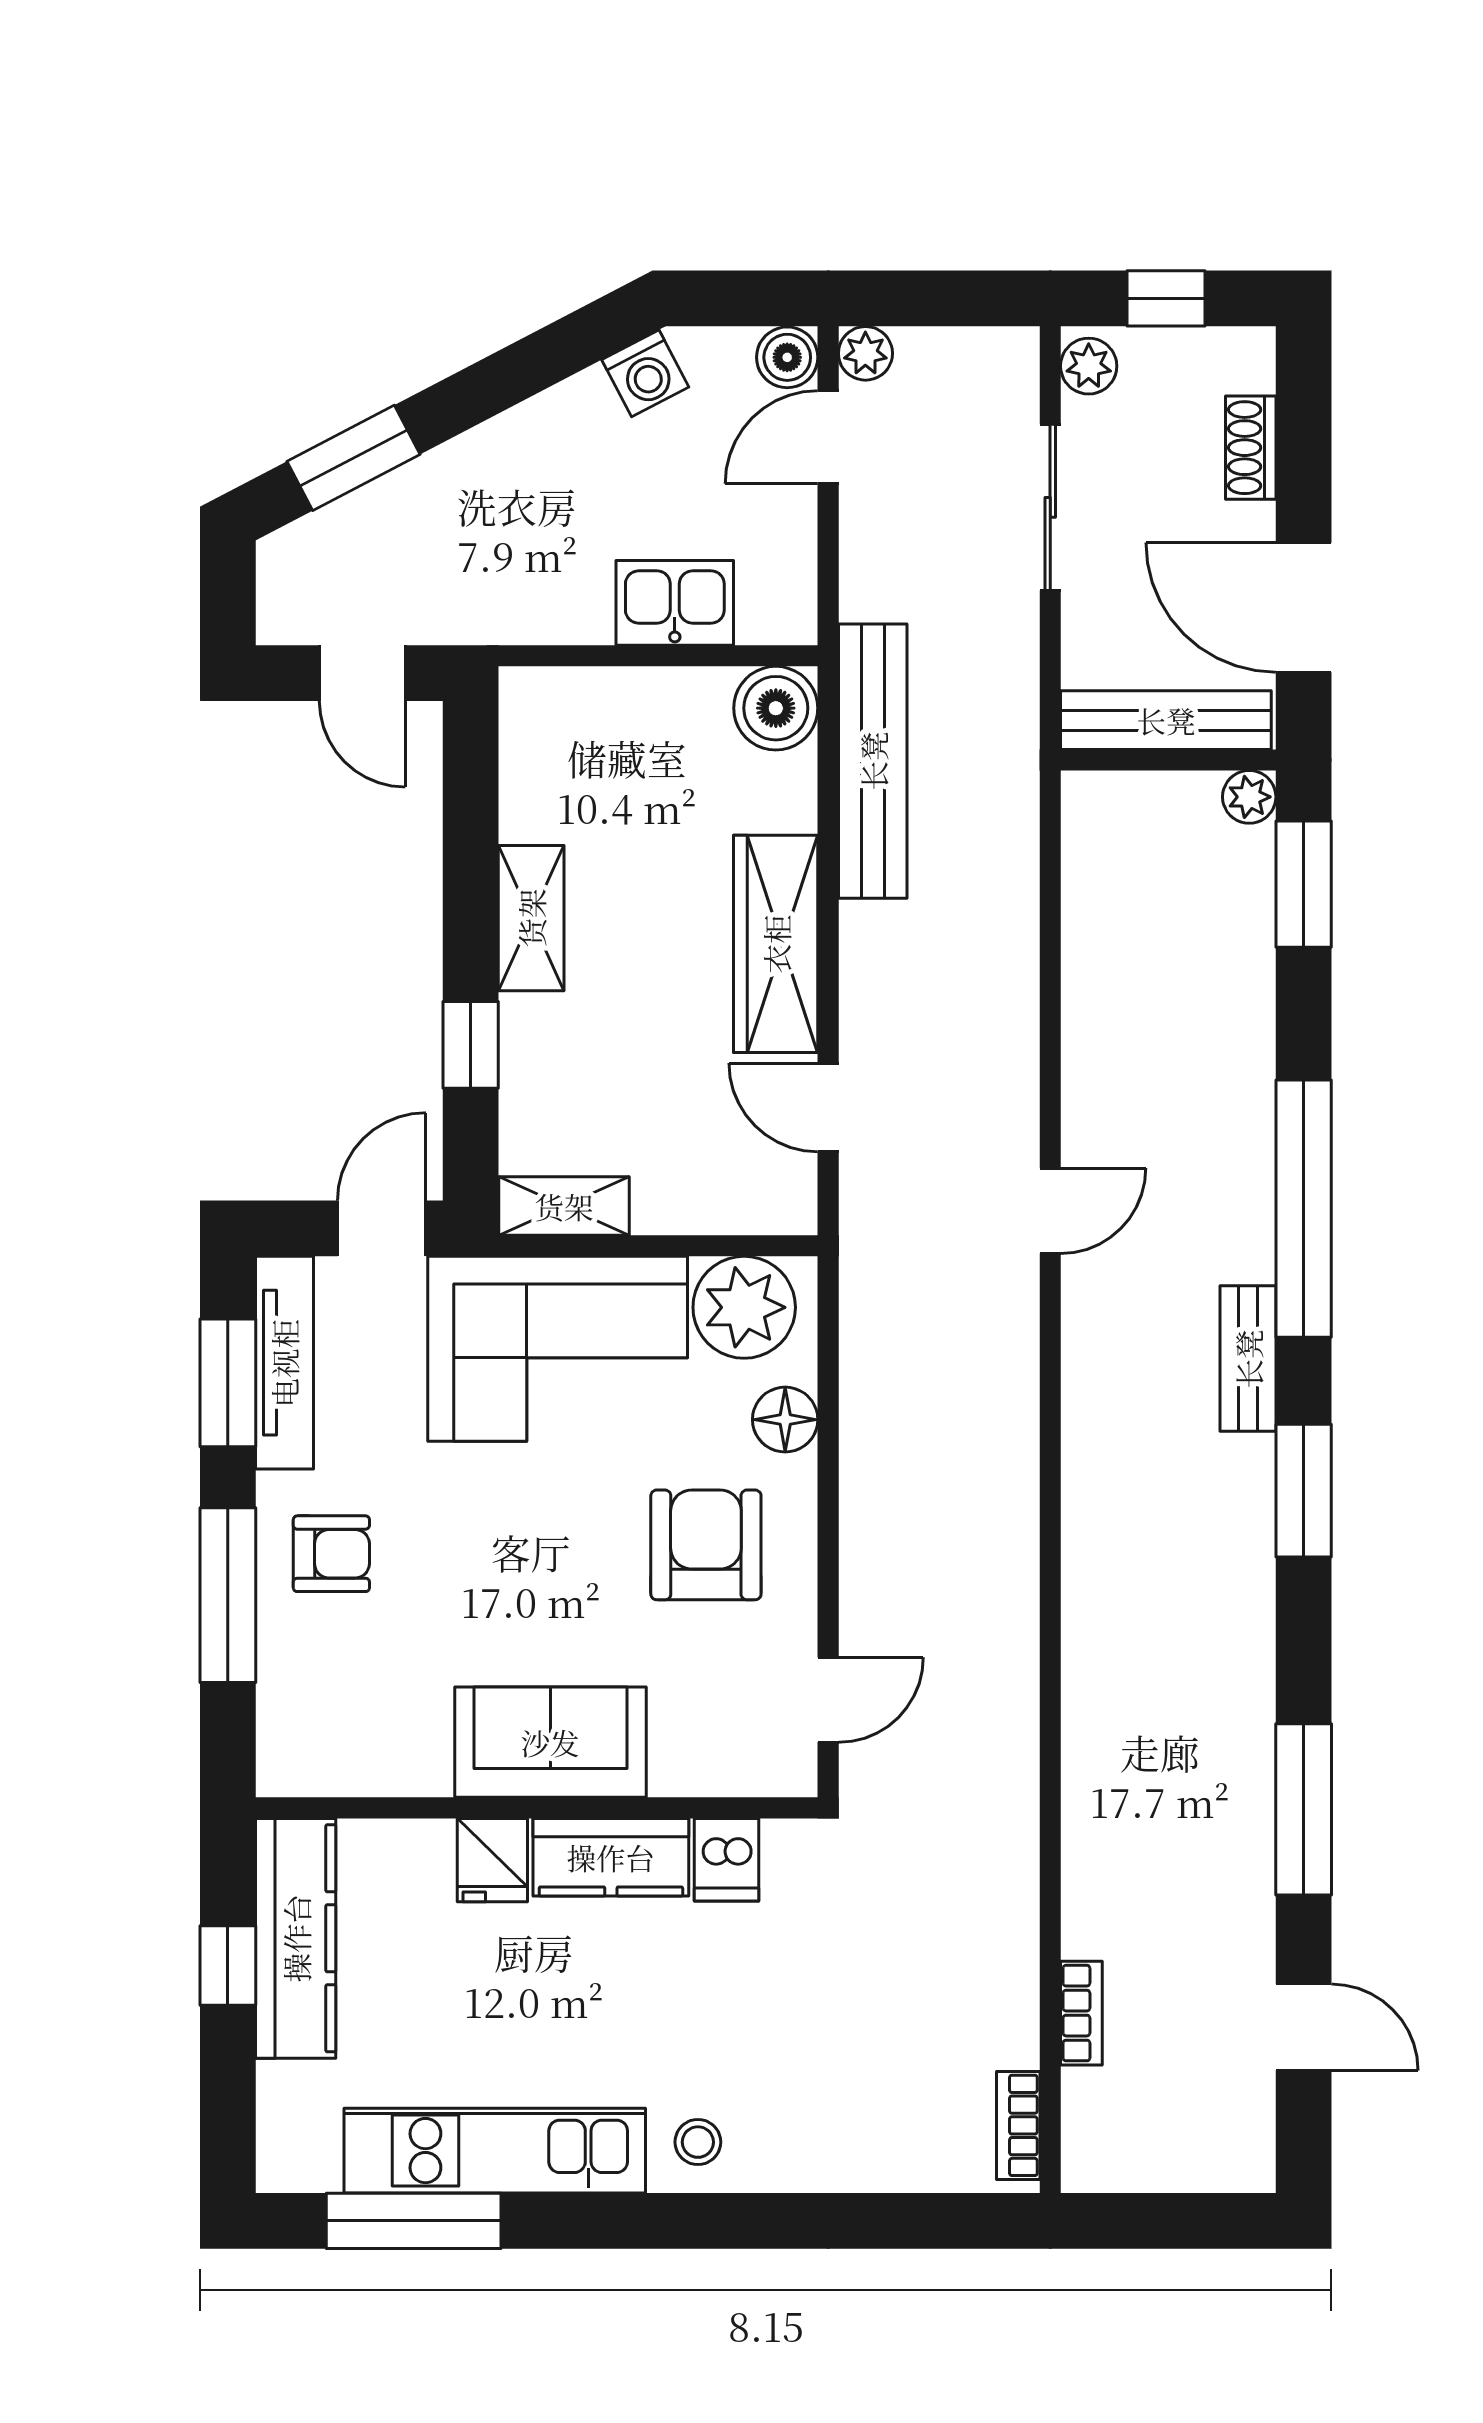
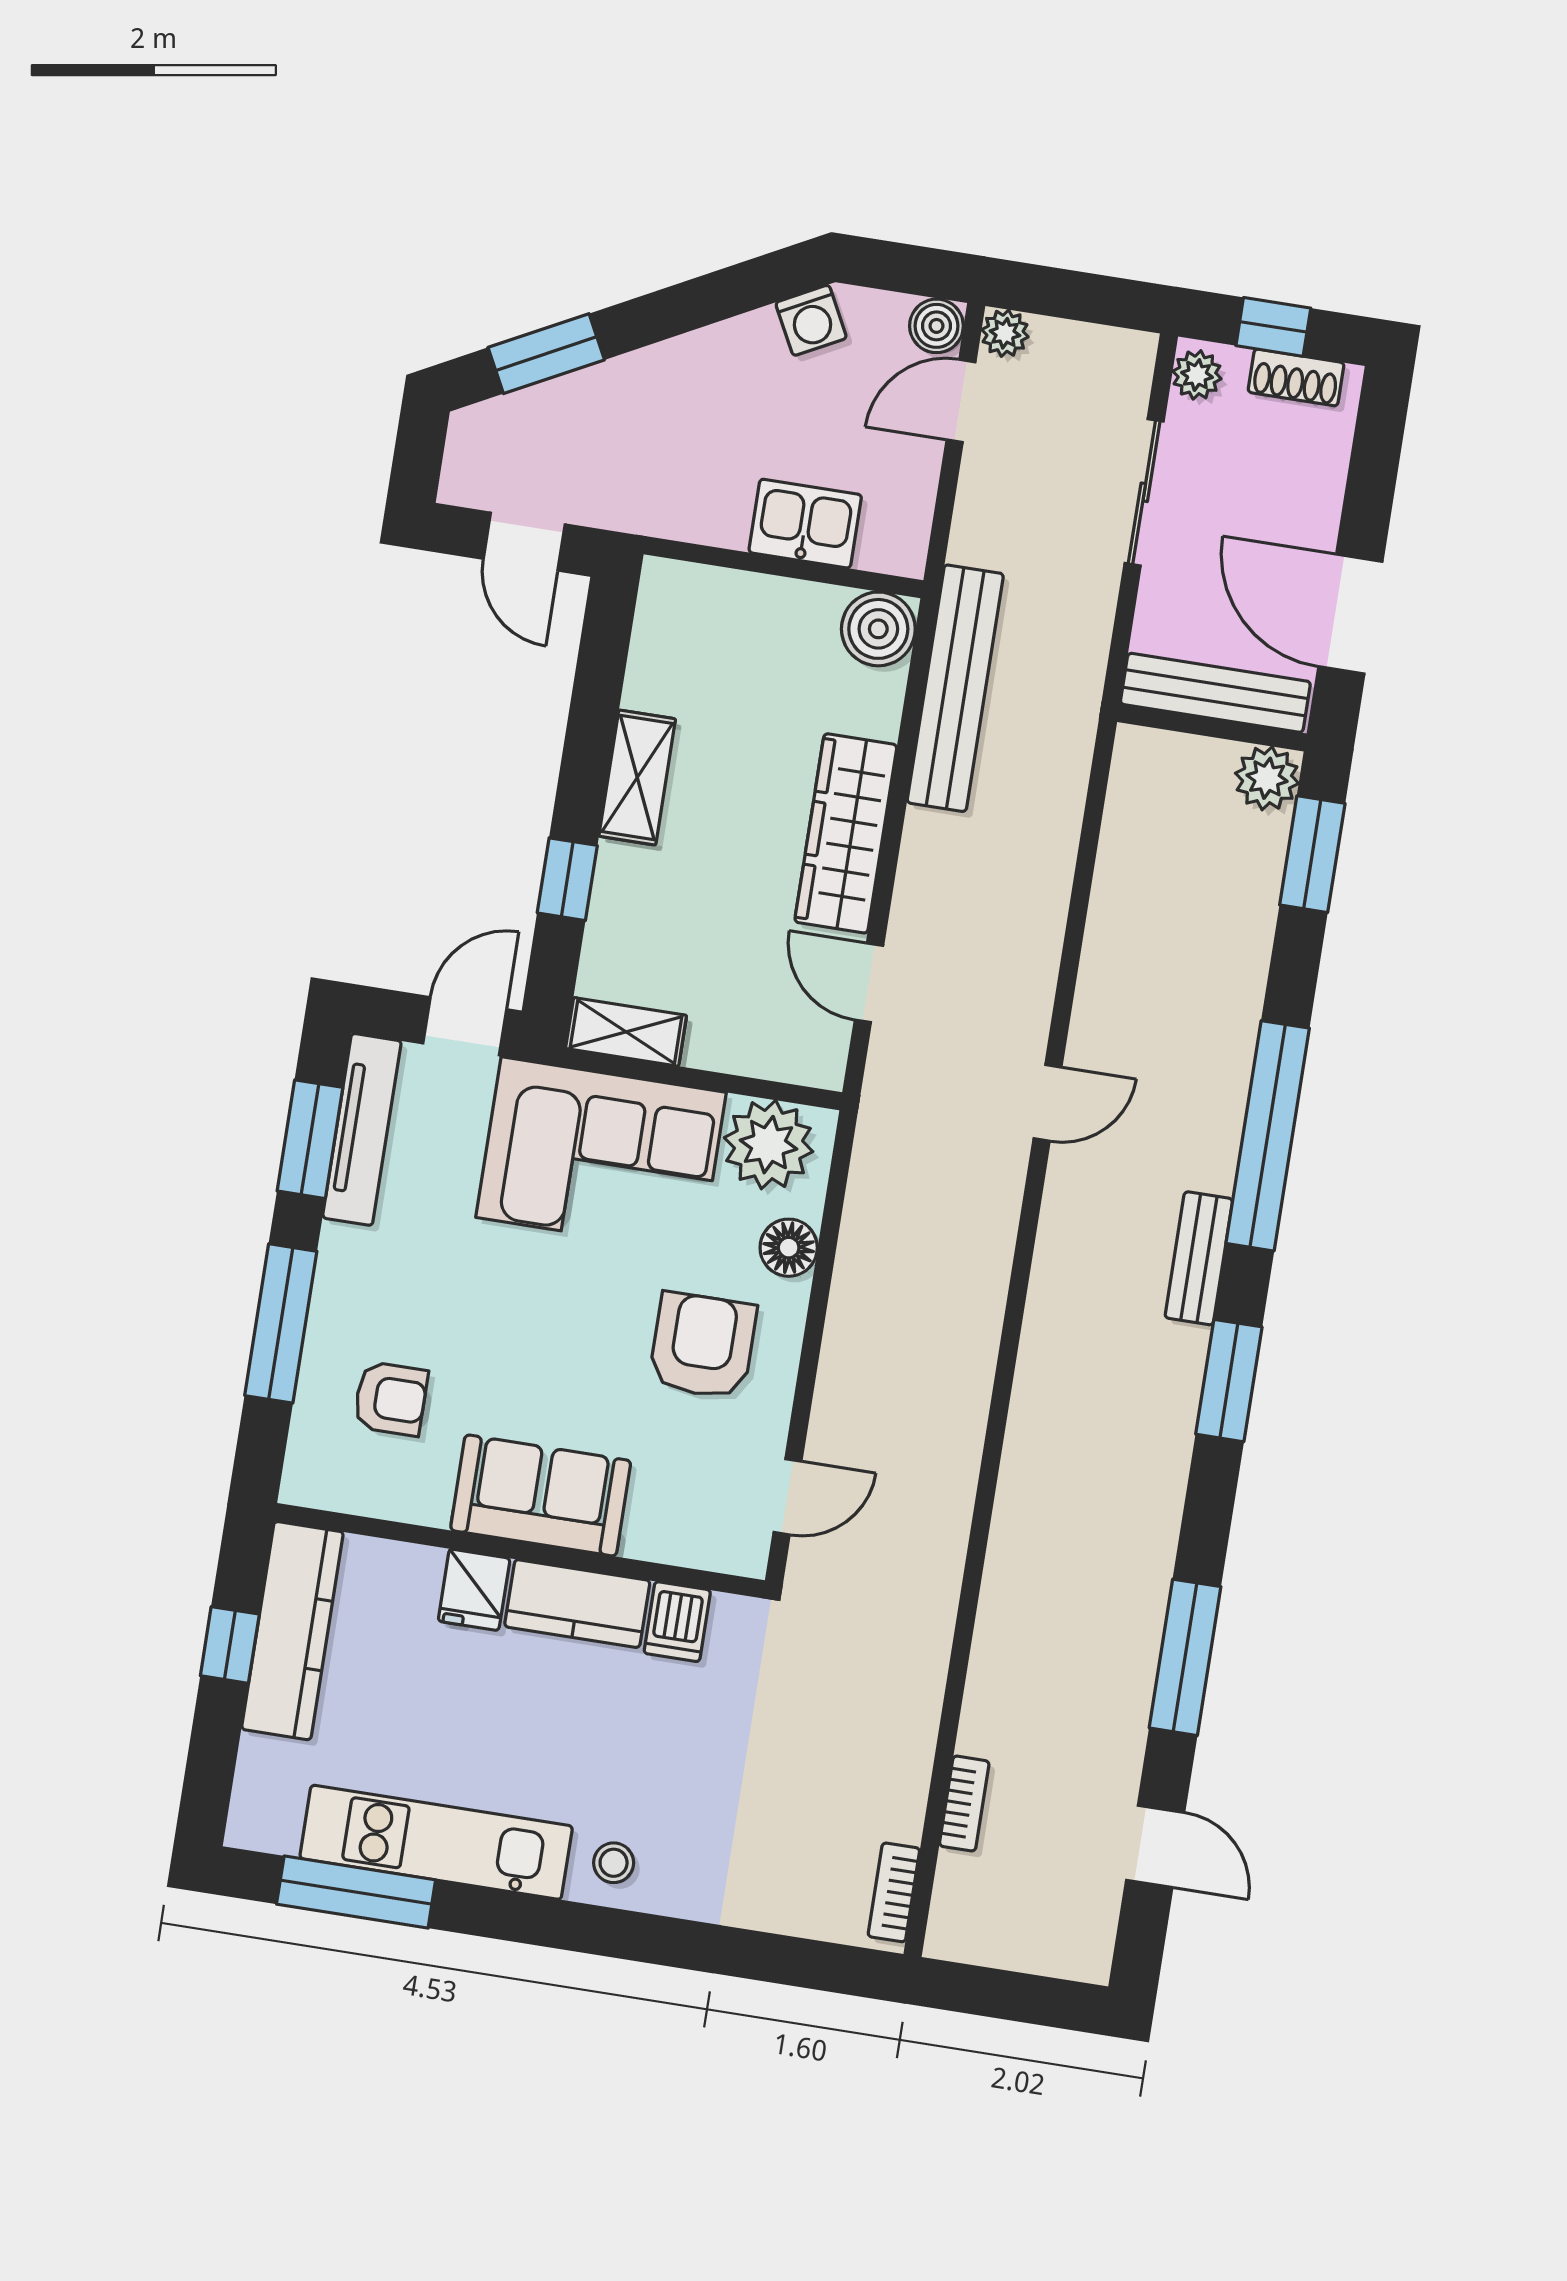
shoe rack: (1251, 448) -> (1296, 377), moved, turned -90
plant: (1249, 797) -> (1267, 778), width x1.38, depth x1.38
armchair: (331, 1554) -> (391, 1399), moved

